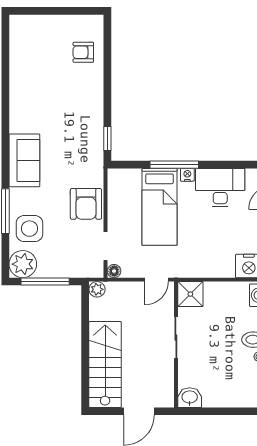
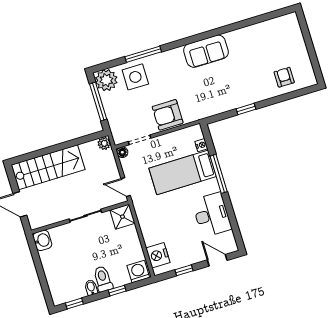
window: (107, 139) -> (246, 109), moved
sofa: (24, 160) -> (206, 51), moved
nightstand: (187, 175) -> (201, 145), moved

